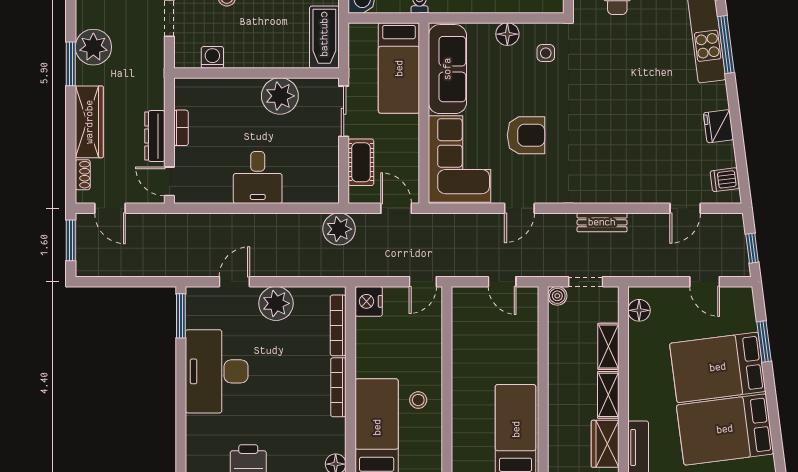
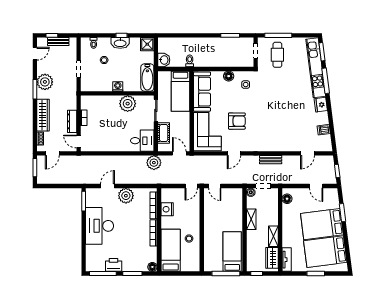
washing machine: (212, 57) -> (118, 86), moved
fridge: (718, 126) -> (321, 105), moved
desk: (258, 178) -> (142, 141), moved, turned -90
dishwasher: (725, 180) -> (324, 130), moved
door: (110, 208) -> (52, 153), hinge flipped
door: (502, 282) -> (215, 186), moved
nightstand: (369, 301) -> (167, 209), moved
shelving: (608, 346) -> (251, 219), moved

